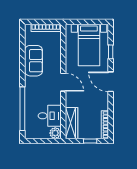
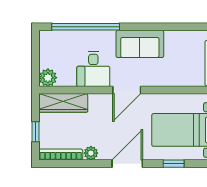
sofa: (34, 61) -> (140, 44), moved
plant: (104, 105) -> (91, 153), added
desk: (50, 116) -> (93, 69), moved

